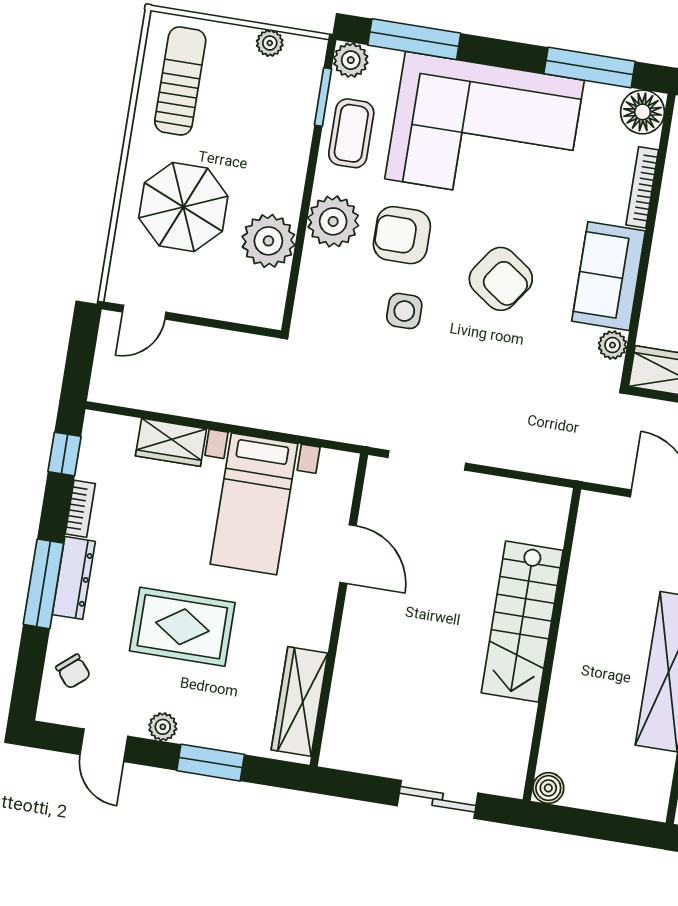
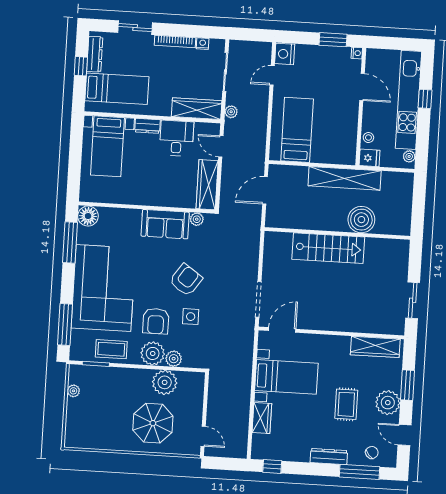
plant: (351, 60) -> (174, 359), moved
sun lounger: (180, 81) -> (95, 430), removed
bookcase: (642, 187) -> (123, 213), removed
armchair: (501, 279) -> (186, 280), moved
bookcase: (80, 509) -> (297, 457), removed
door: (348, 554) -> (282, 330), moved
window: (43, 584) -> (360, 472), moved
rug: (182, 627) -> (346, 404), width x0.73, depth x0.70
plant: (163, 727) -> (388, 403), width x1.87, depth x1.87
door: (104, 745) -> (404, 435), swing flipped
boiler: (548, 788) -> (361, 220), moved, width x1.86, depth x1.86
sliding door: (438, 799) -> (413, 300), moved

